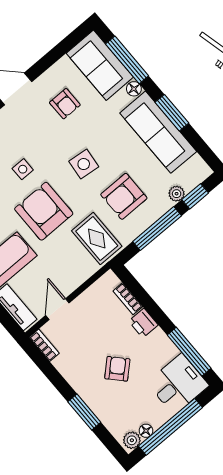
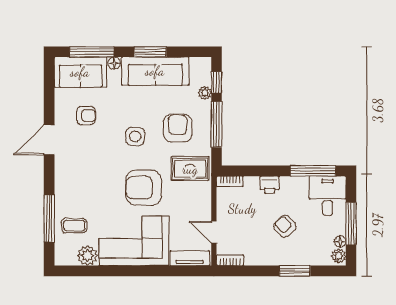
side table: (23, 169) -> (105, 178), removed
armchair: (124, 196) -> (178, 128), turned 180
bookcase: (128, 299) -> (230, 181), moved
window: (170, 427) -> (351, 224), width x0.68

